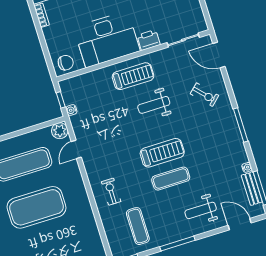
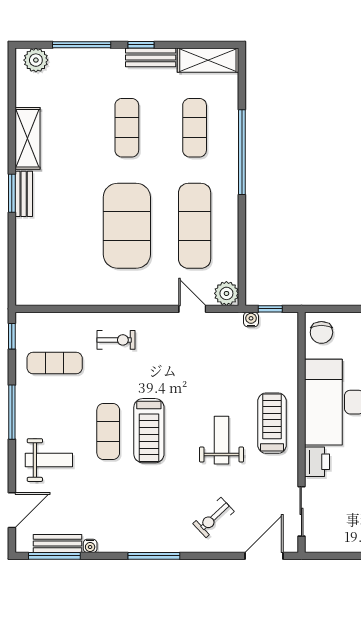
treadmill: (133, 76) -> (272, 423), turned 180
weight bench: (201, 210) -> (49, 460), turned 90

